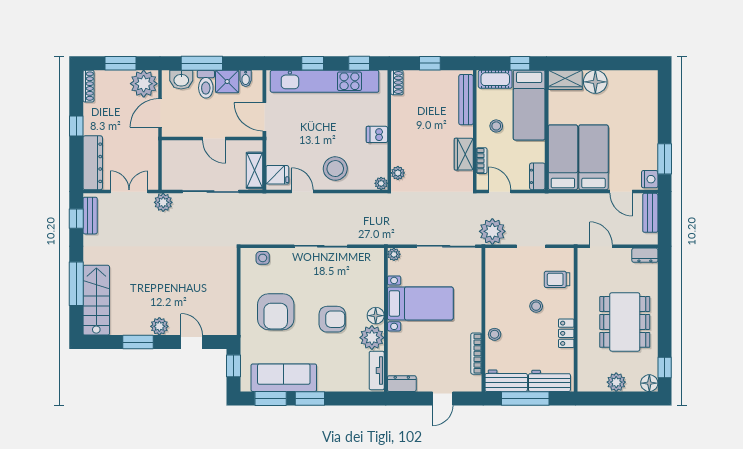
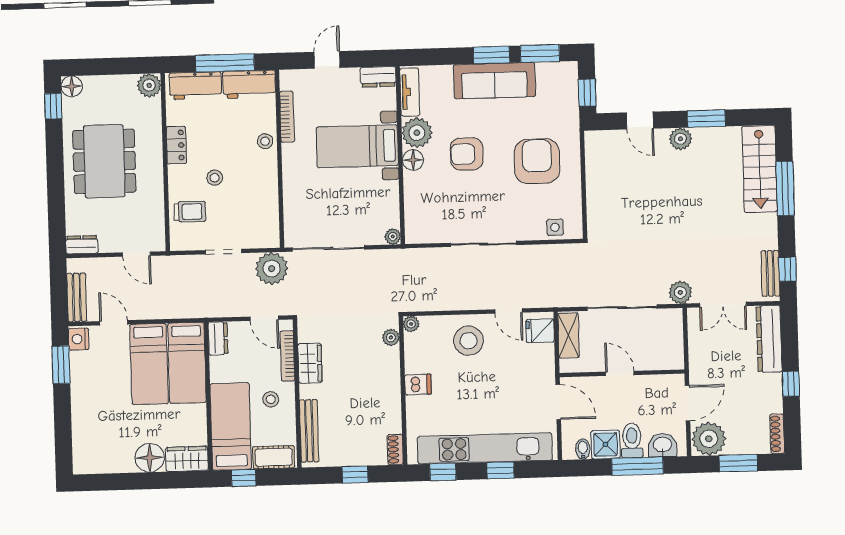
bookcase: (482, 161) -> (287, 356), width x1.56
bed with nightstands: (420, 303) -> (357, 146), moved
sofa: (284, 378) -> (494, 81), moved
plant: (616, 382) -> (149, 85), moved

